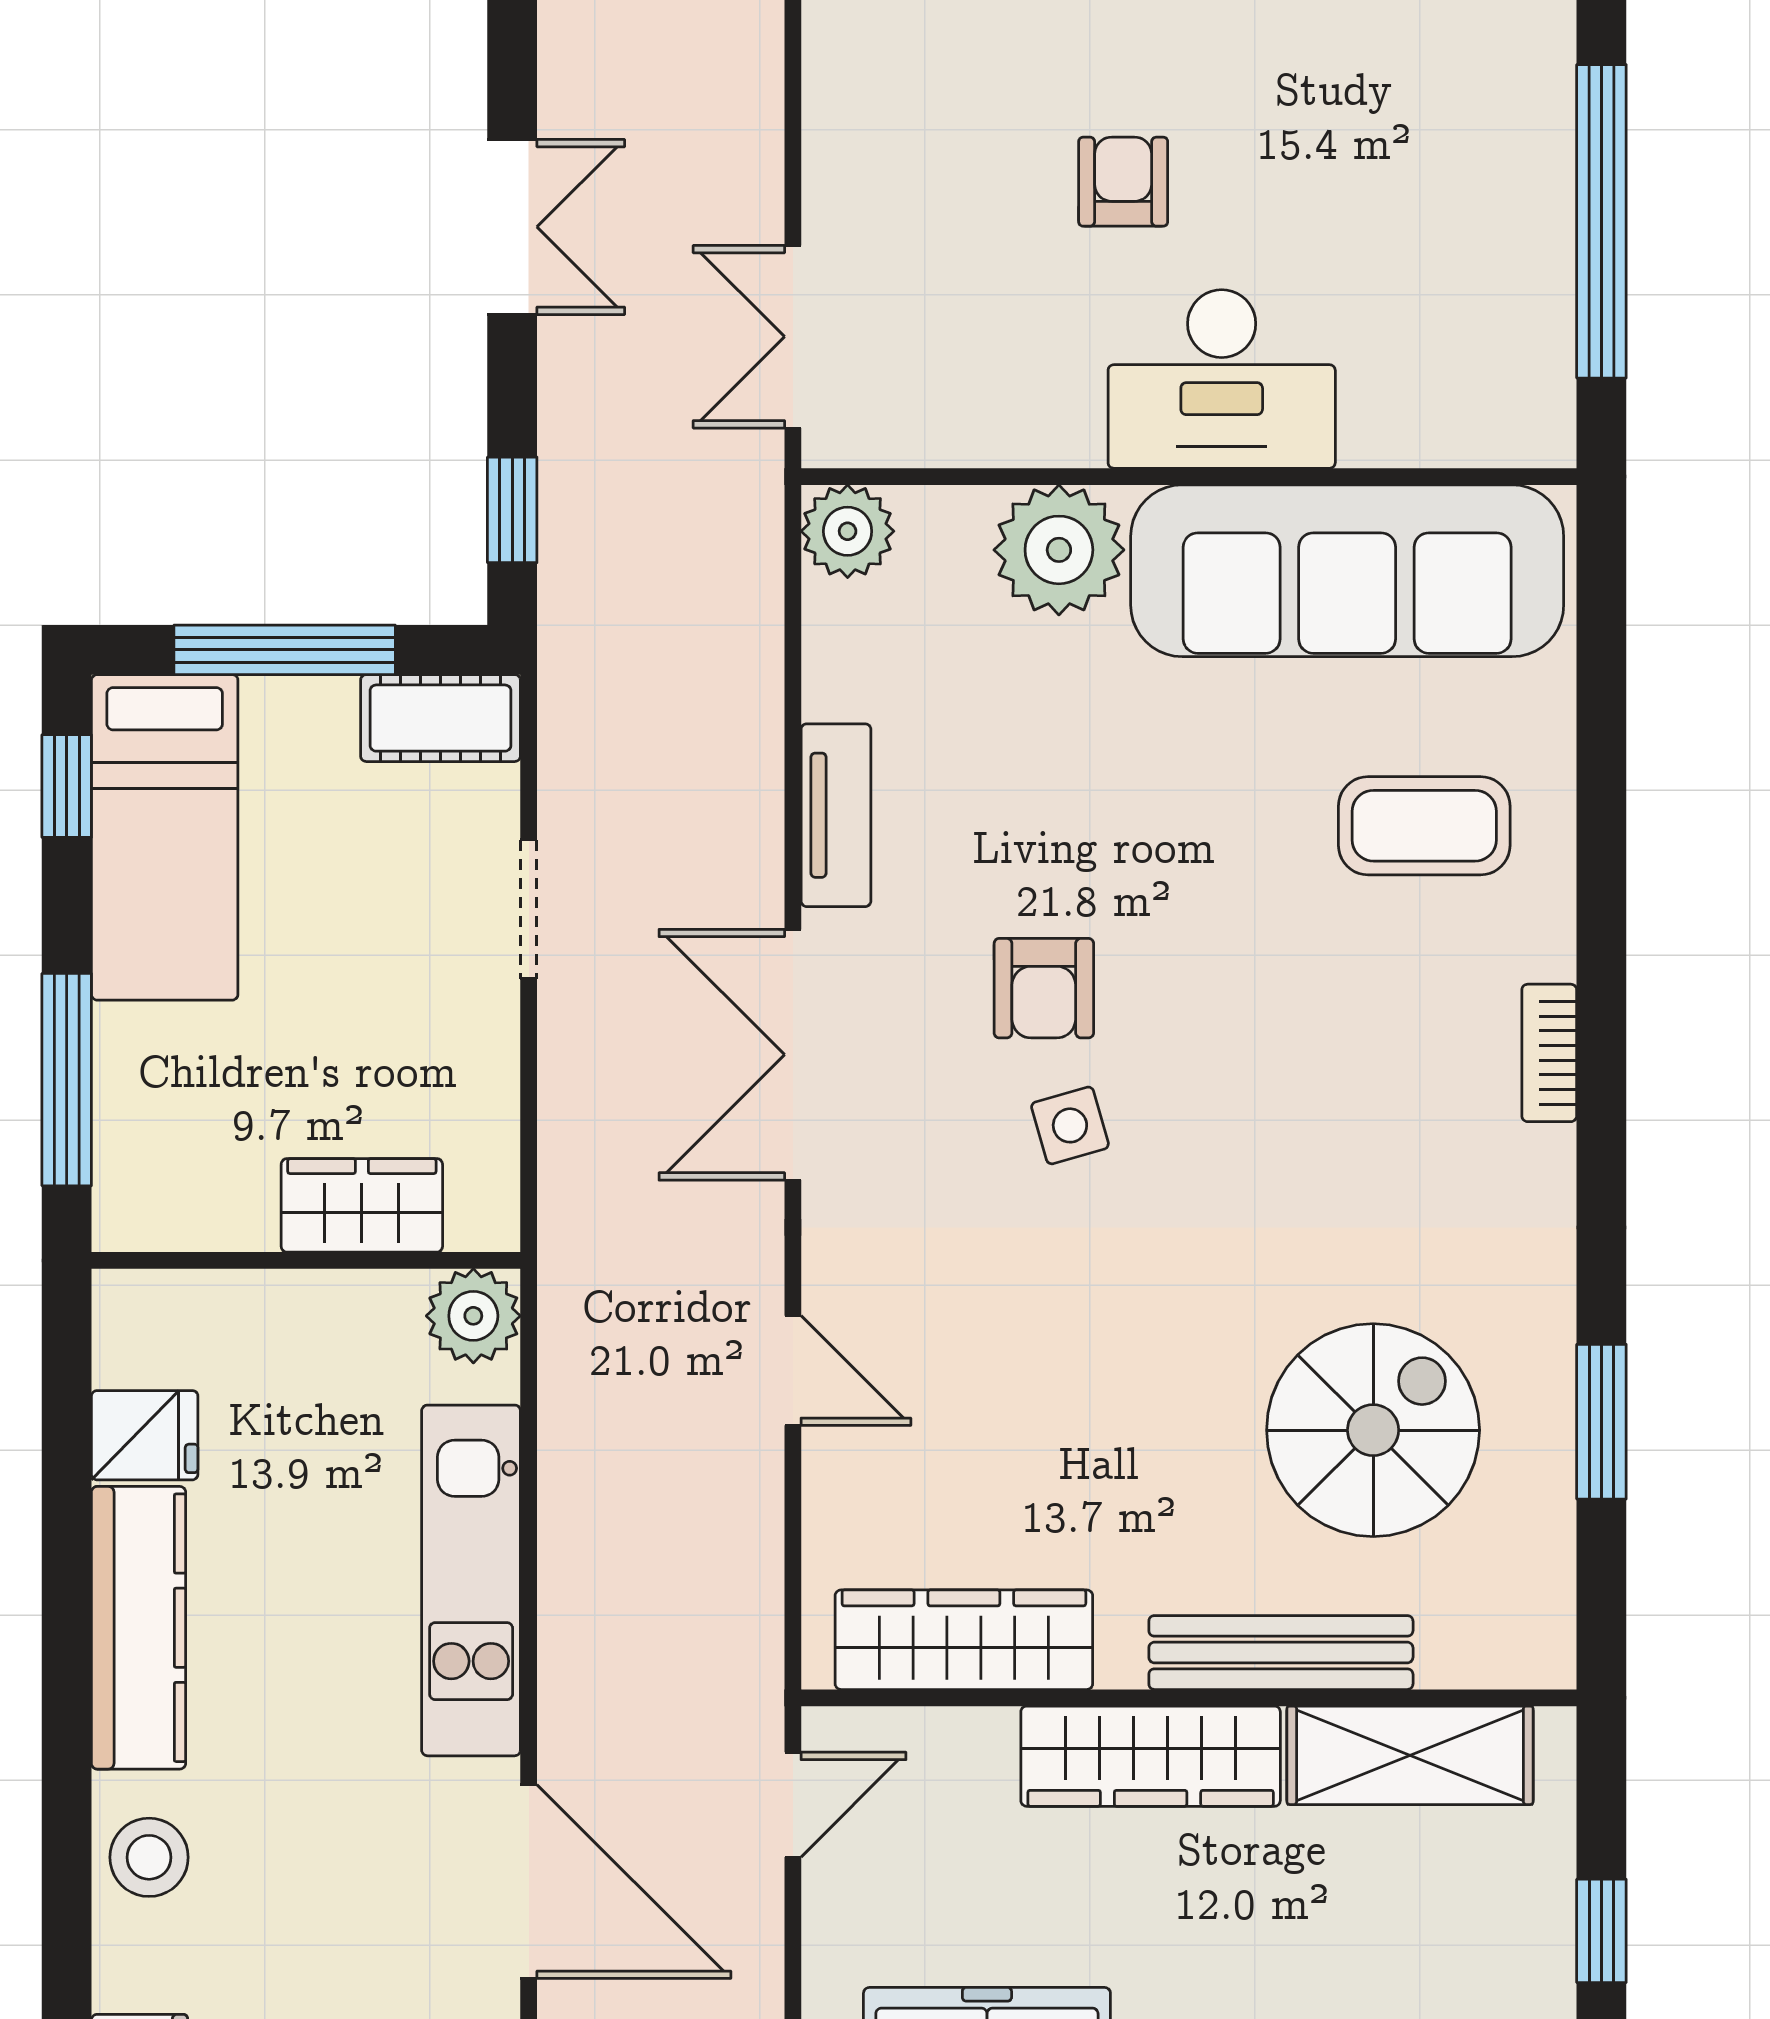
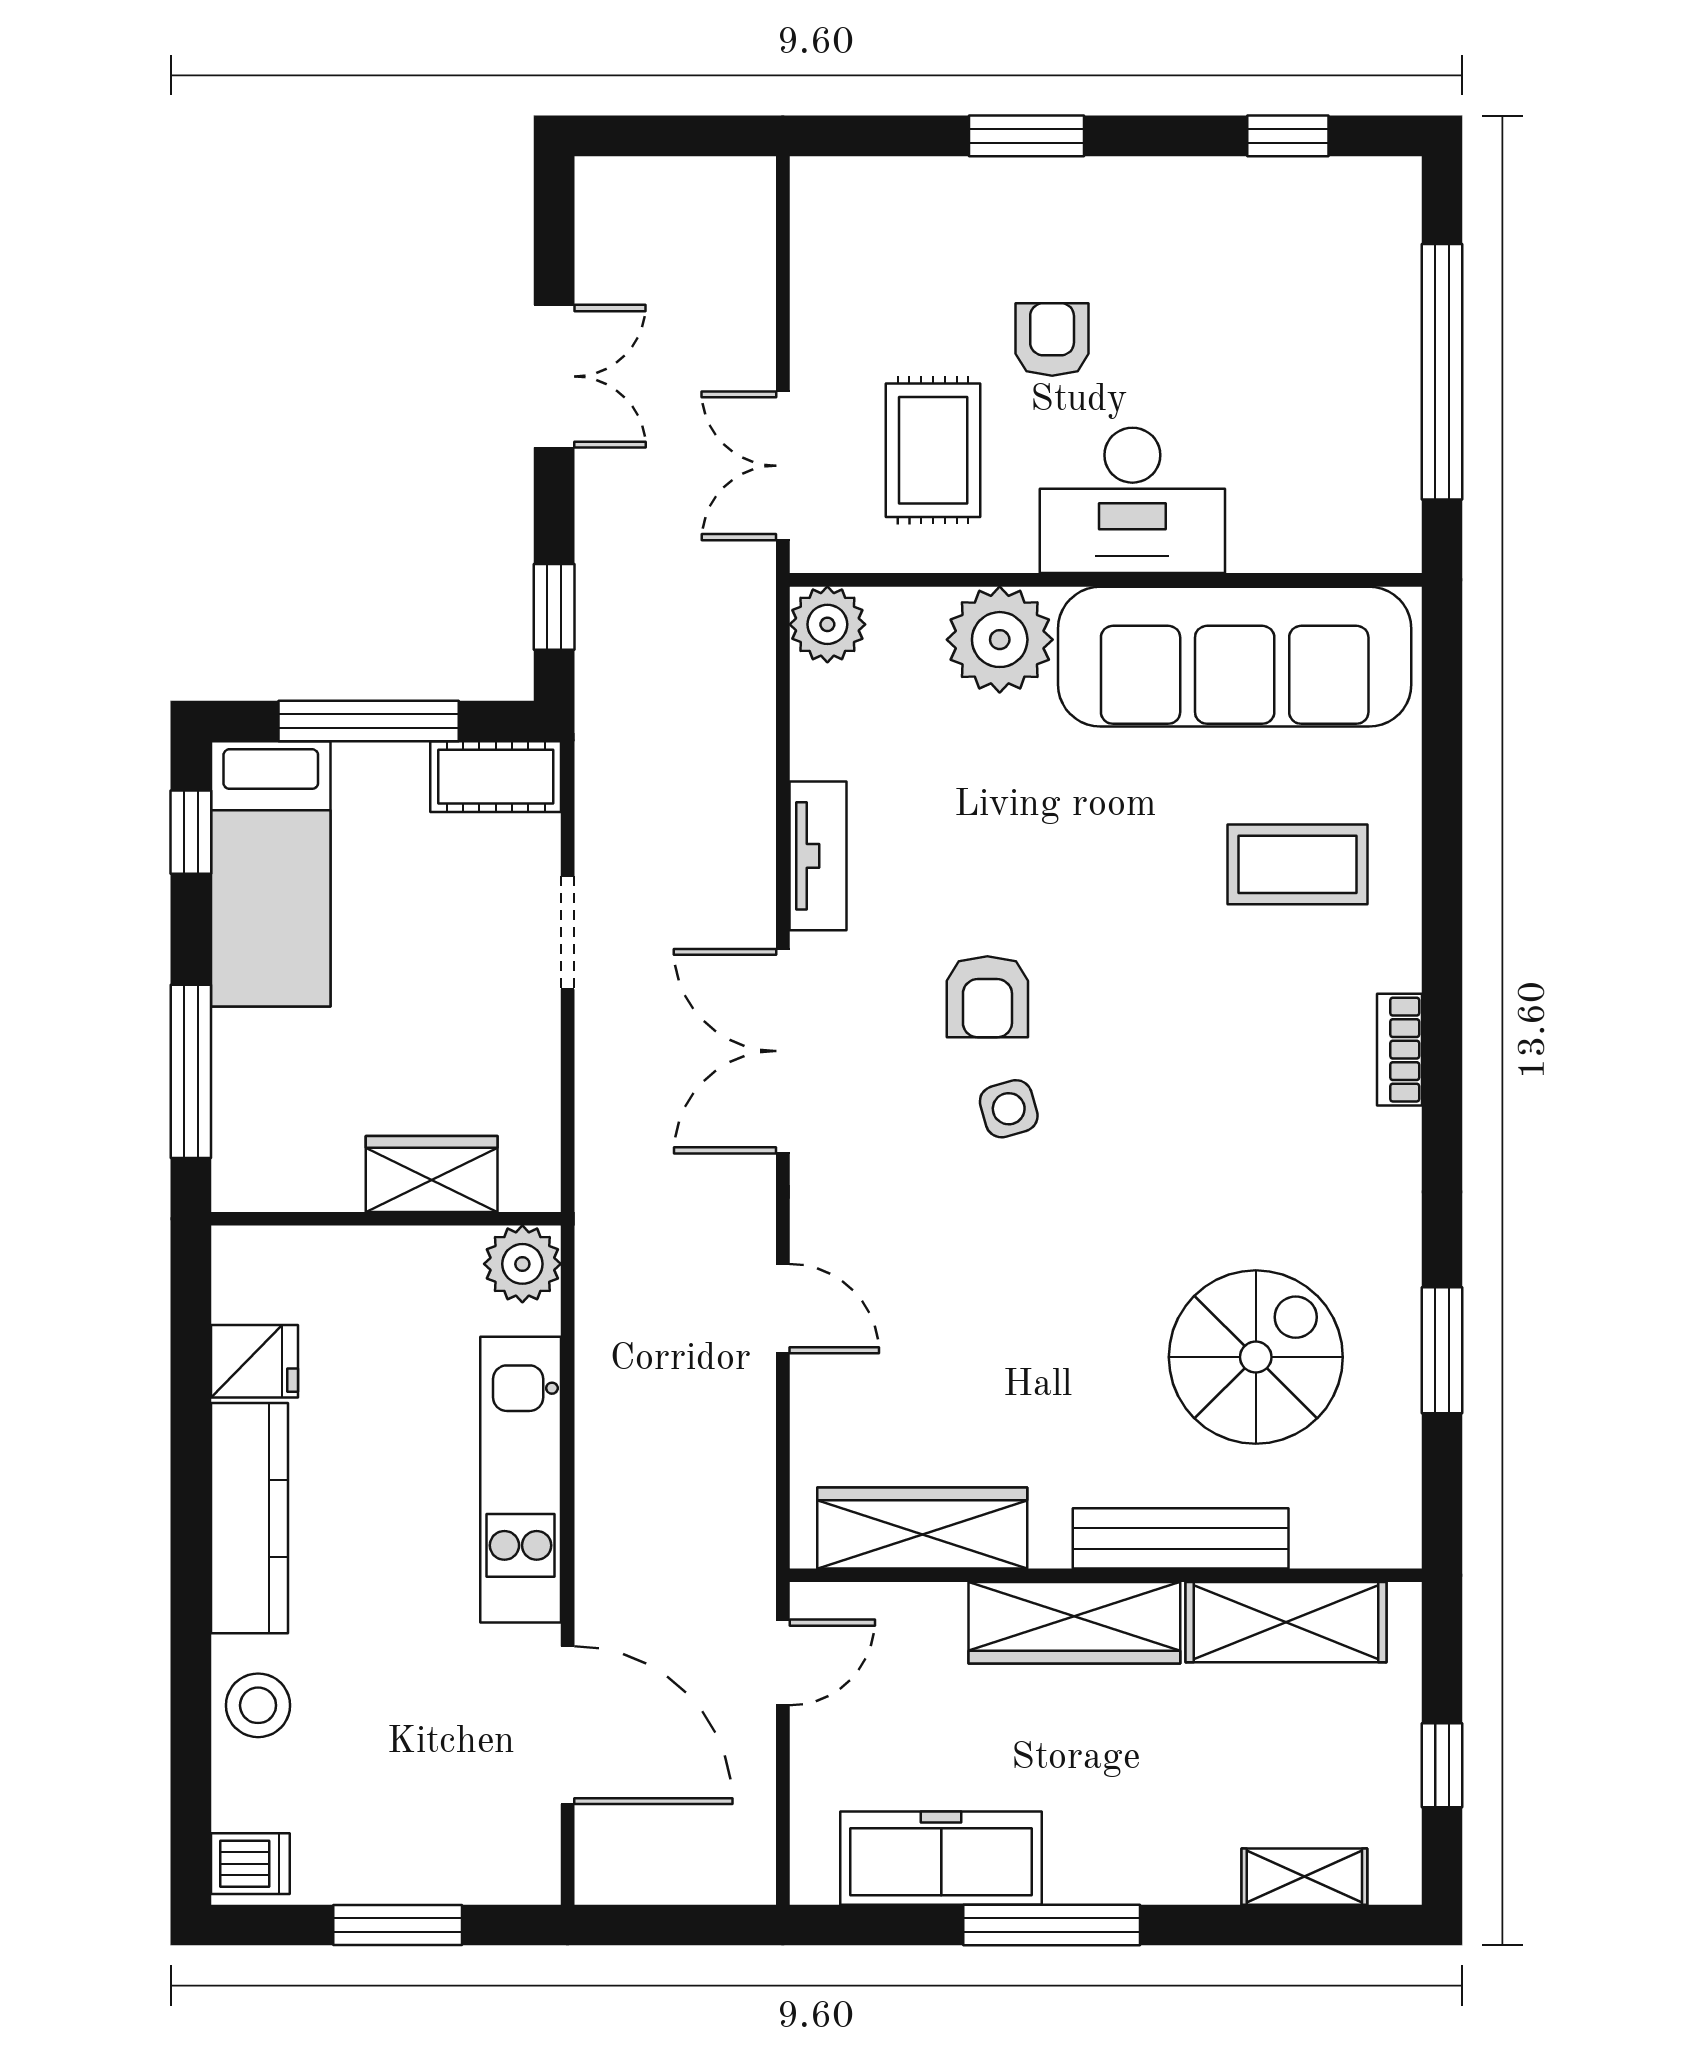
rug: (977, 318) -> (933, 450), added

